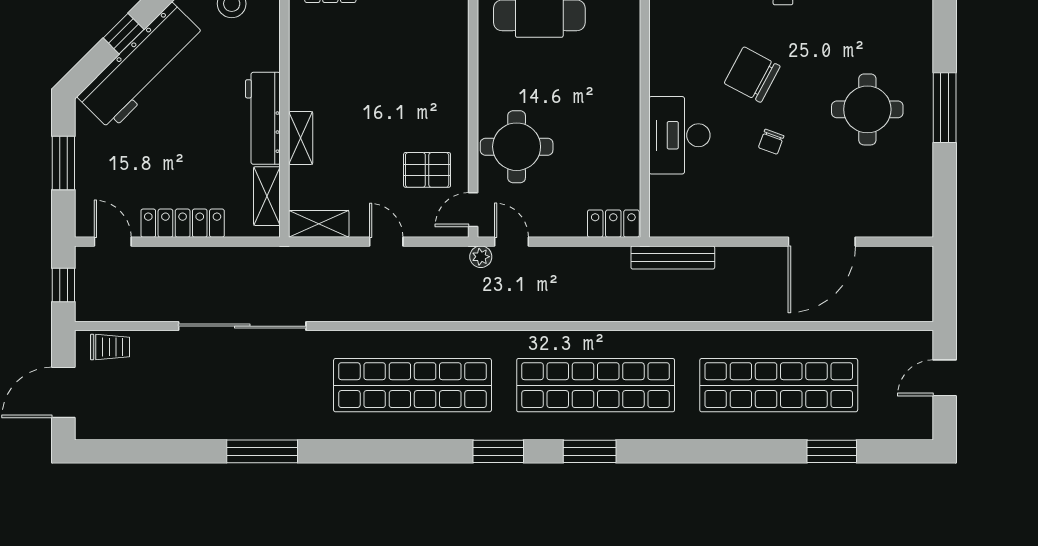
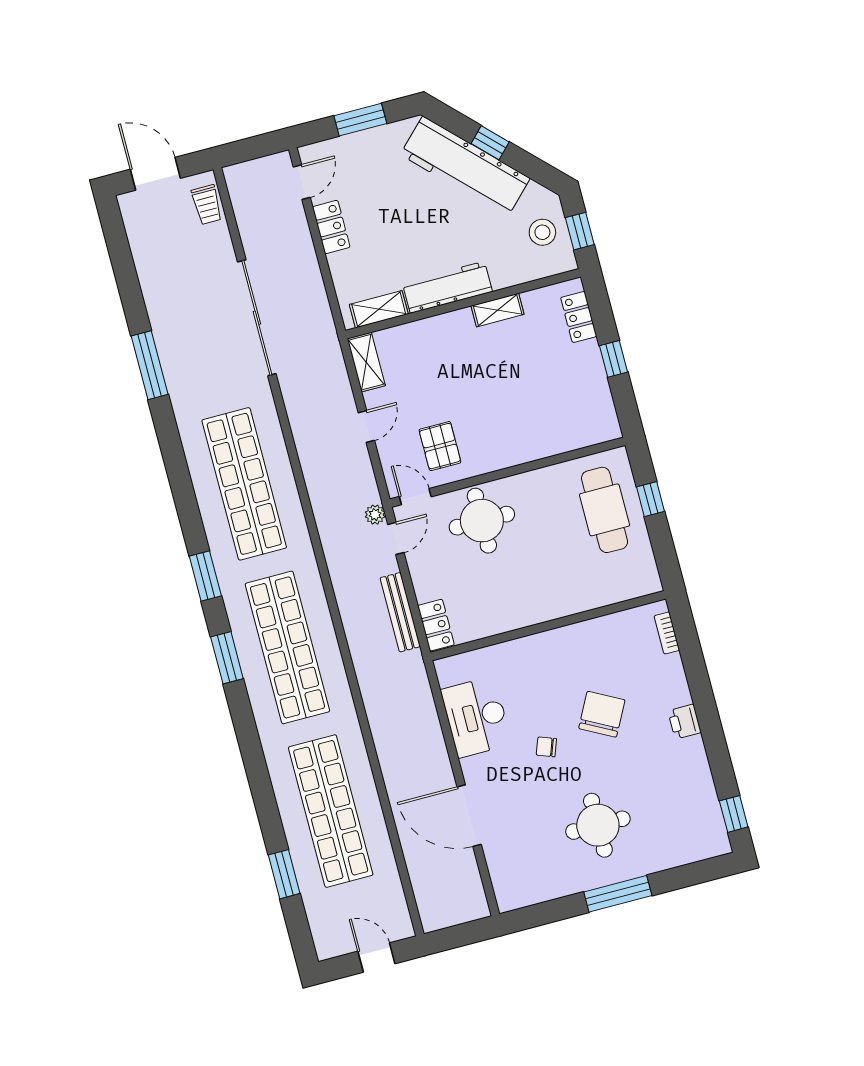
desk: (679, 135) -> (476, 717), moved, turned -90
shelving: (301, 138) -> (498, 310), moved
locker: (183, 223) -> (331, 227), width x0.66
bench: (673, 257) -> (400, 612), moved
window: (63, 285) -> (251, 148), removed

